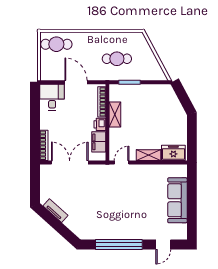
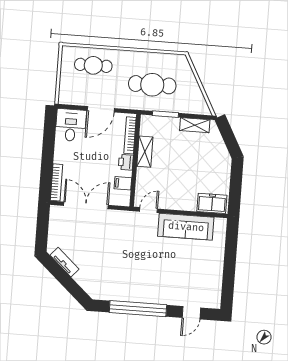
cafe table: (56, 44) -> (93, 65), moved
cafe table: (117, 59) -> (152, 85), width x1.37, depth x1.35
door: (76, 82) -> (101, 109), swing flipped
filing cabinet: (99, 142) -> (123, 183), width x0.50
shelving: (149, 155) -> (195, 125), moved
sofa: (177, 200) -> (186, 227), moved, turned -90

